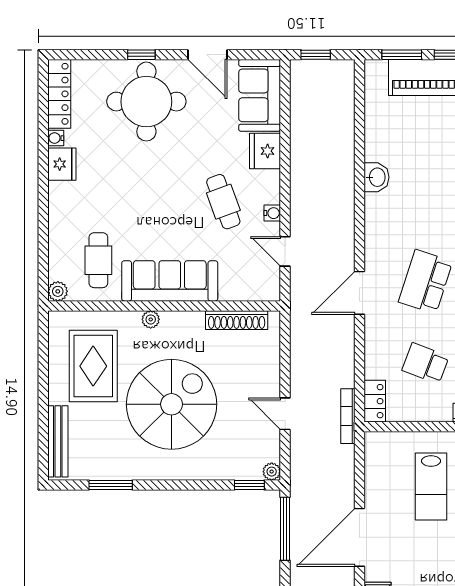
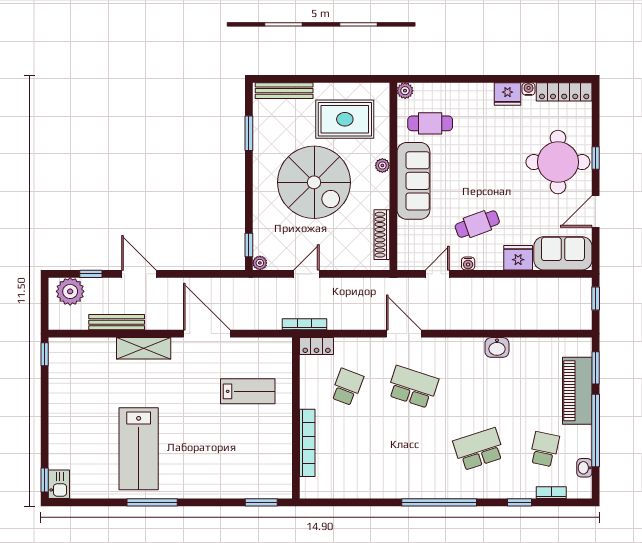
lab bench: (431, 487) -> (248, 391), turned 180
window: (285, 529) -> (214, 274), removed

